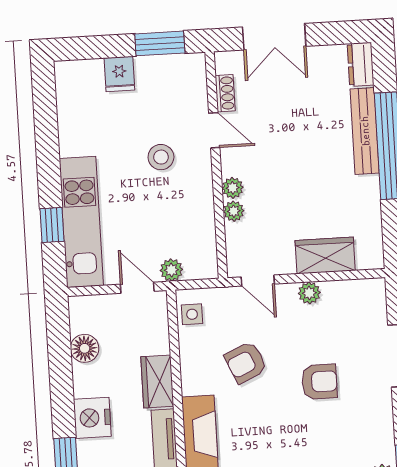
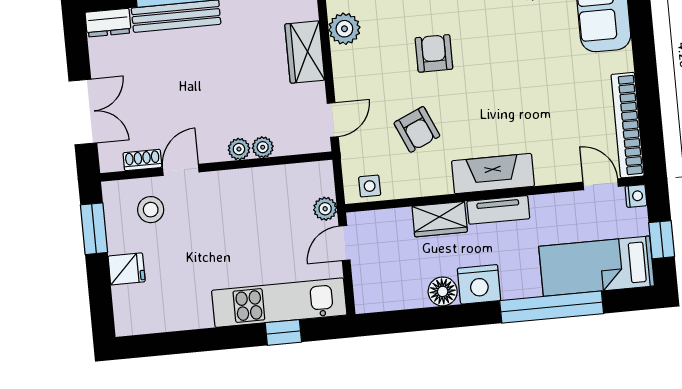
stool: (161, 157) -> (151, 210), moved
plant: (309, 293) -> (344, 29), moved, width x1.38, depth x1.38
floor lamp: (85, 348) -> (443, 291), moved

